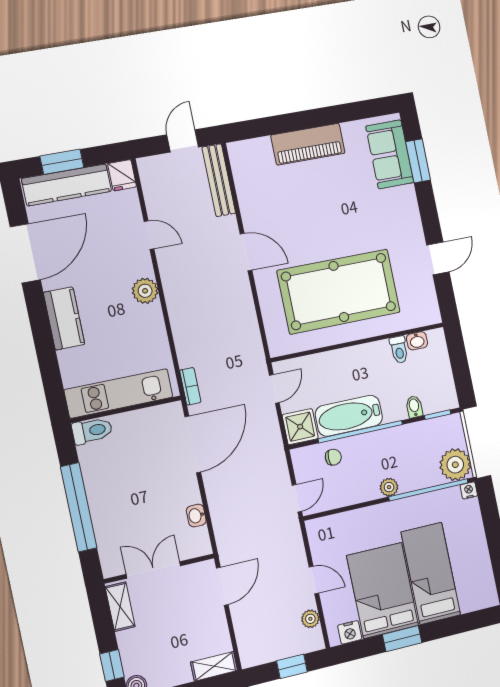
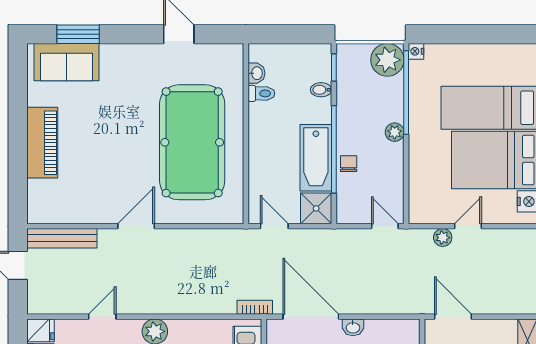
chair: (333, 457) -> (349, 164), moved
washbasin: (196, 516) -> (353, 327), moved
plant: (310, 619) -> (443, 238), moved

